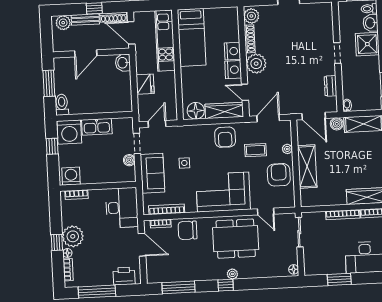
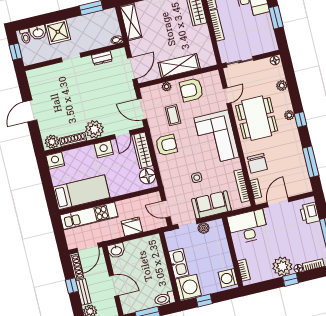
nightstand: (232, 51) -> (55, 161), moved
boiler: (337, 124) -> (135, 46), removed
plant: (265, 272) -> (282, 86), added

